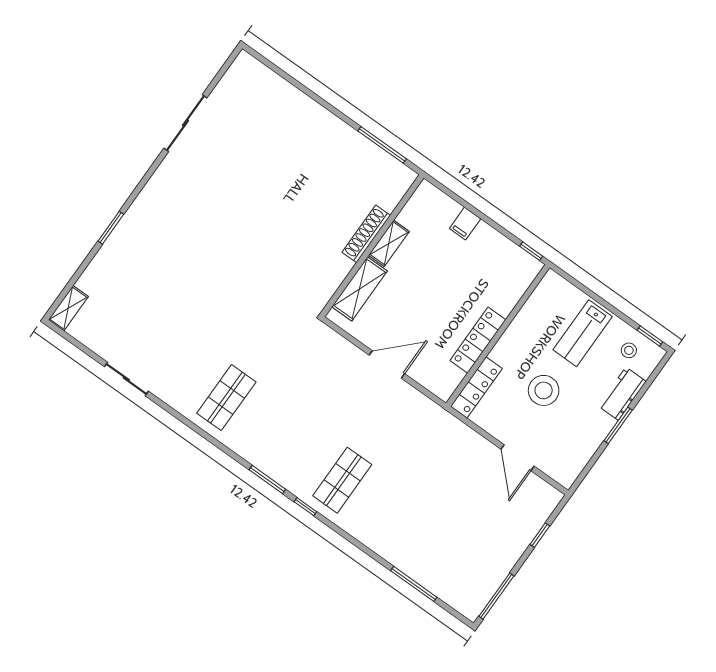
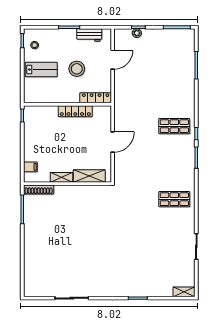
filing cabinet: (465, 224) -> (30, 167), moved
shoe rack: (366, 234) -> (39, 190), moved
door: (387, 364) -> (113, 142), swing flipped
workbench: (622, 394) -> (89, 35), moved
plant: (532, 526) -> (137, 33), added

